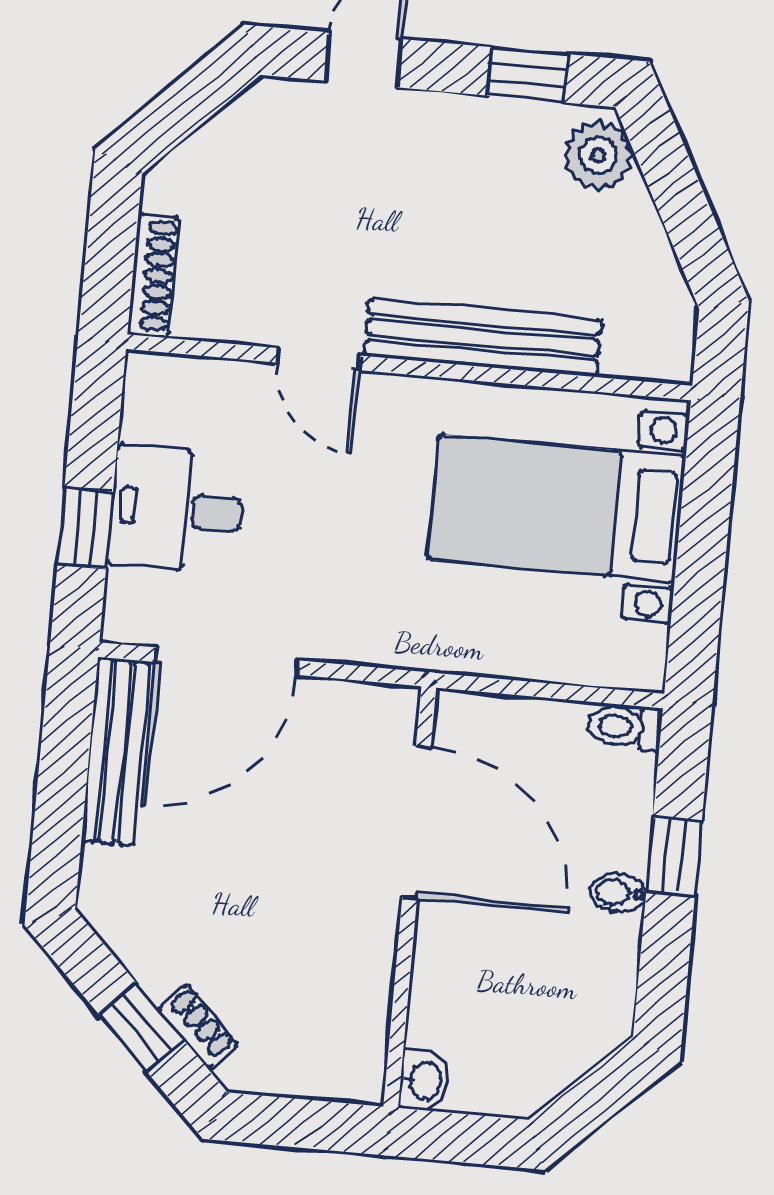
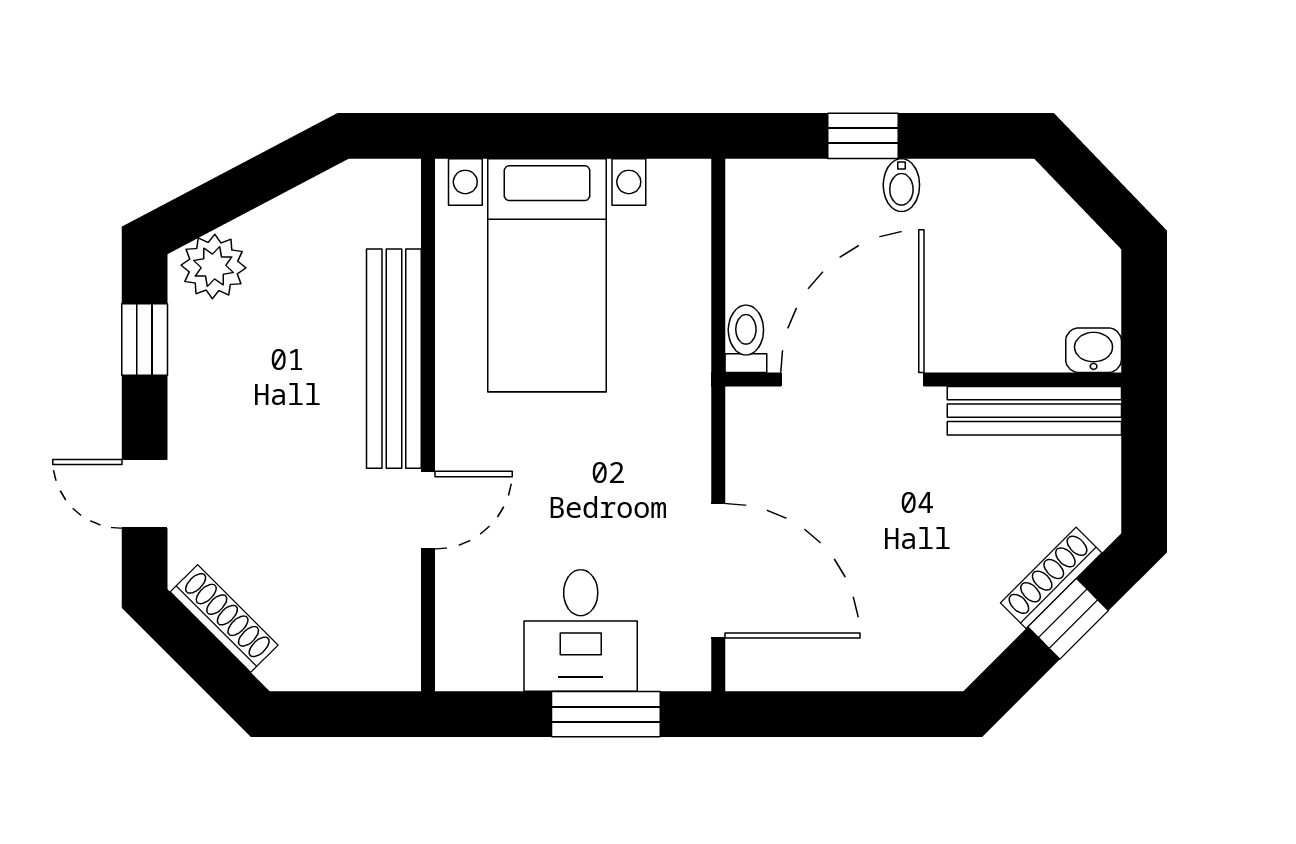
shoe rack: (153, 276) -> (224, 618), moved, turned 45
window: (85, 528) -> (606, 714), width x1.50
toilet: (625, 727) -> (746, 339), moved, turned 180
bench: (115, 751) -> (1034, 411), moved
shoe rack: (198, 1027) -> (1051, 578), width x1.43

